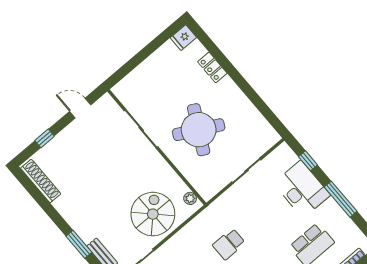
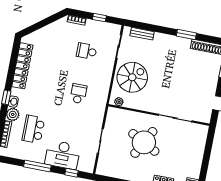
spiral stairs: (153, 214) -> (132, 77), turned -90
window: (79, 244) -> (186, 34), moved

